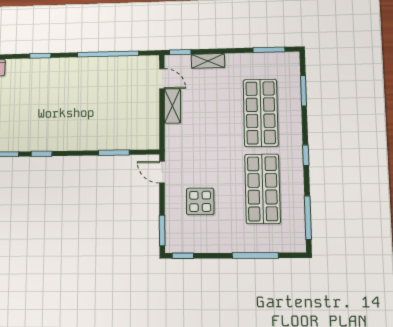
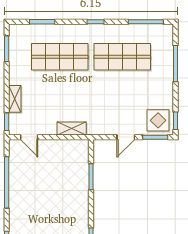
door: (162, 79) -> (29, 137), swing flipped
shelving: (172, 106) -> (72, 128), moved
door: (162, 172) -> (126, 137), moved
display table: (200, 201) -> (158, 120), moved

